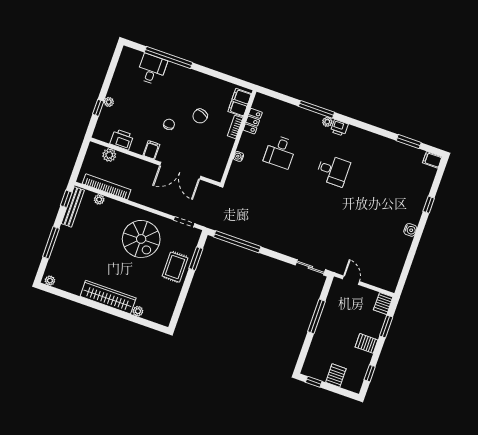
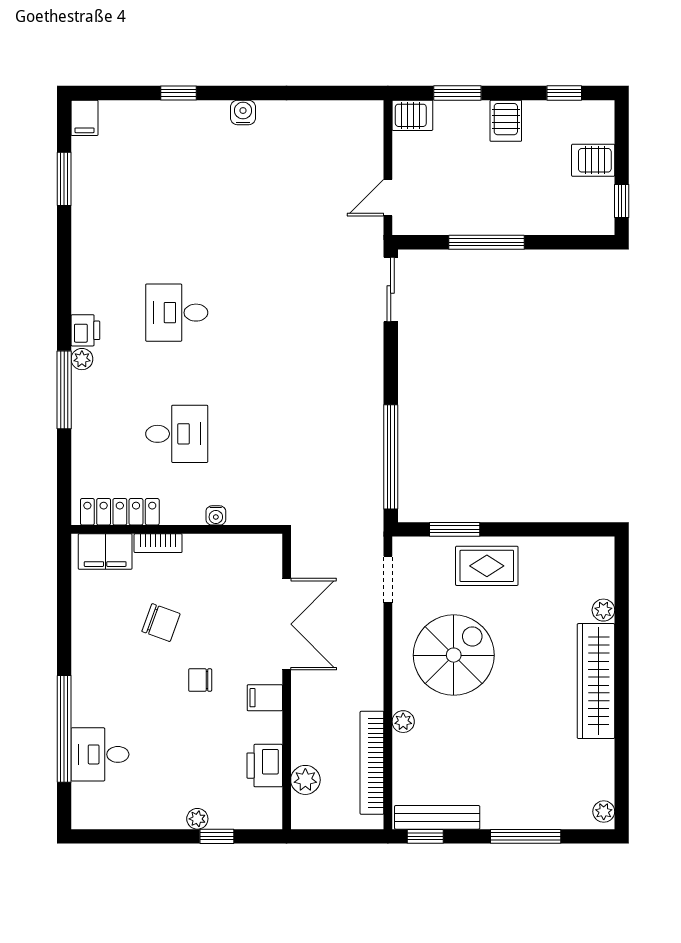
locker: (253, 121) -> (120, 512), width x1.53
desk: (333, 170) -> (177, 313), turned -90
plant: (99, 199) -> (403, 722), moved

